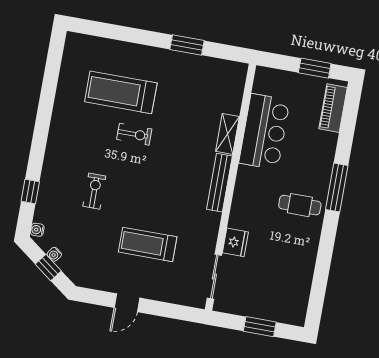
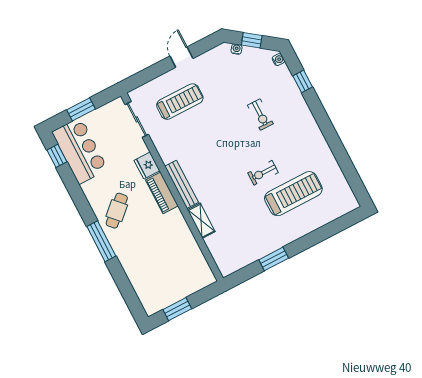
piano: (333, 108) -> (162, 193), moved, turned 180
bar counter: (264, 132) -> (80, 151), moved, turned 180
cafe table: (300, 205) -> (117, 211), turned -43
fridge: (235, 242) -> (147, 166), moved
treadmill: (148, 244) -> (180, 102), moved
water cooler: (54, 254) -> (236, 49), moved
window: (316, 300) -> (57, 156), added

